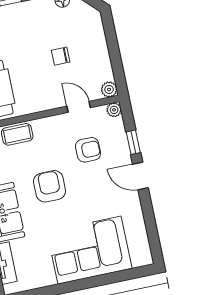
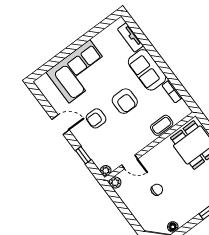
armchair: (88, 150) -> (96, 118), moved
door: (140, 176) -> (61, 125), moved

